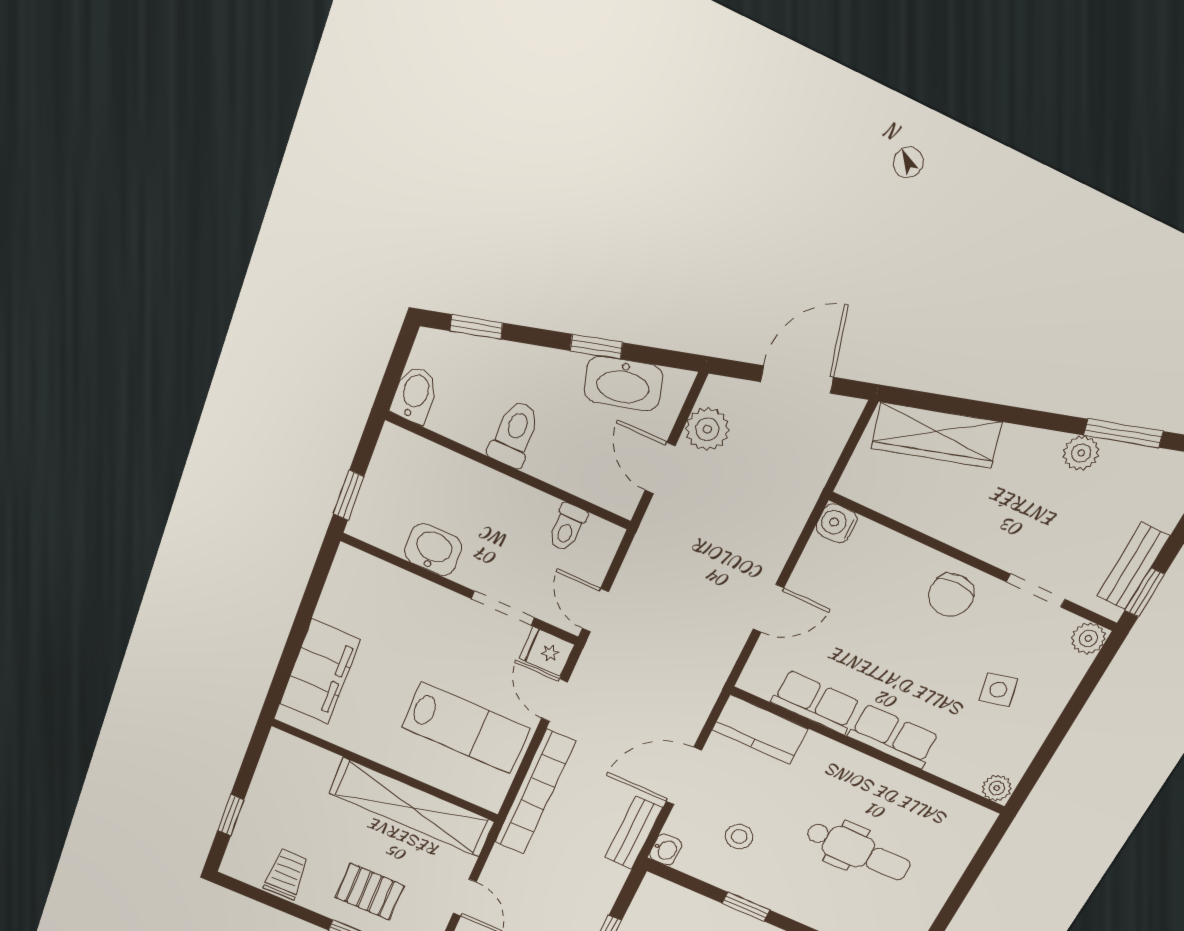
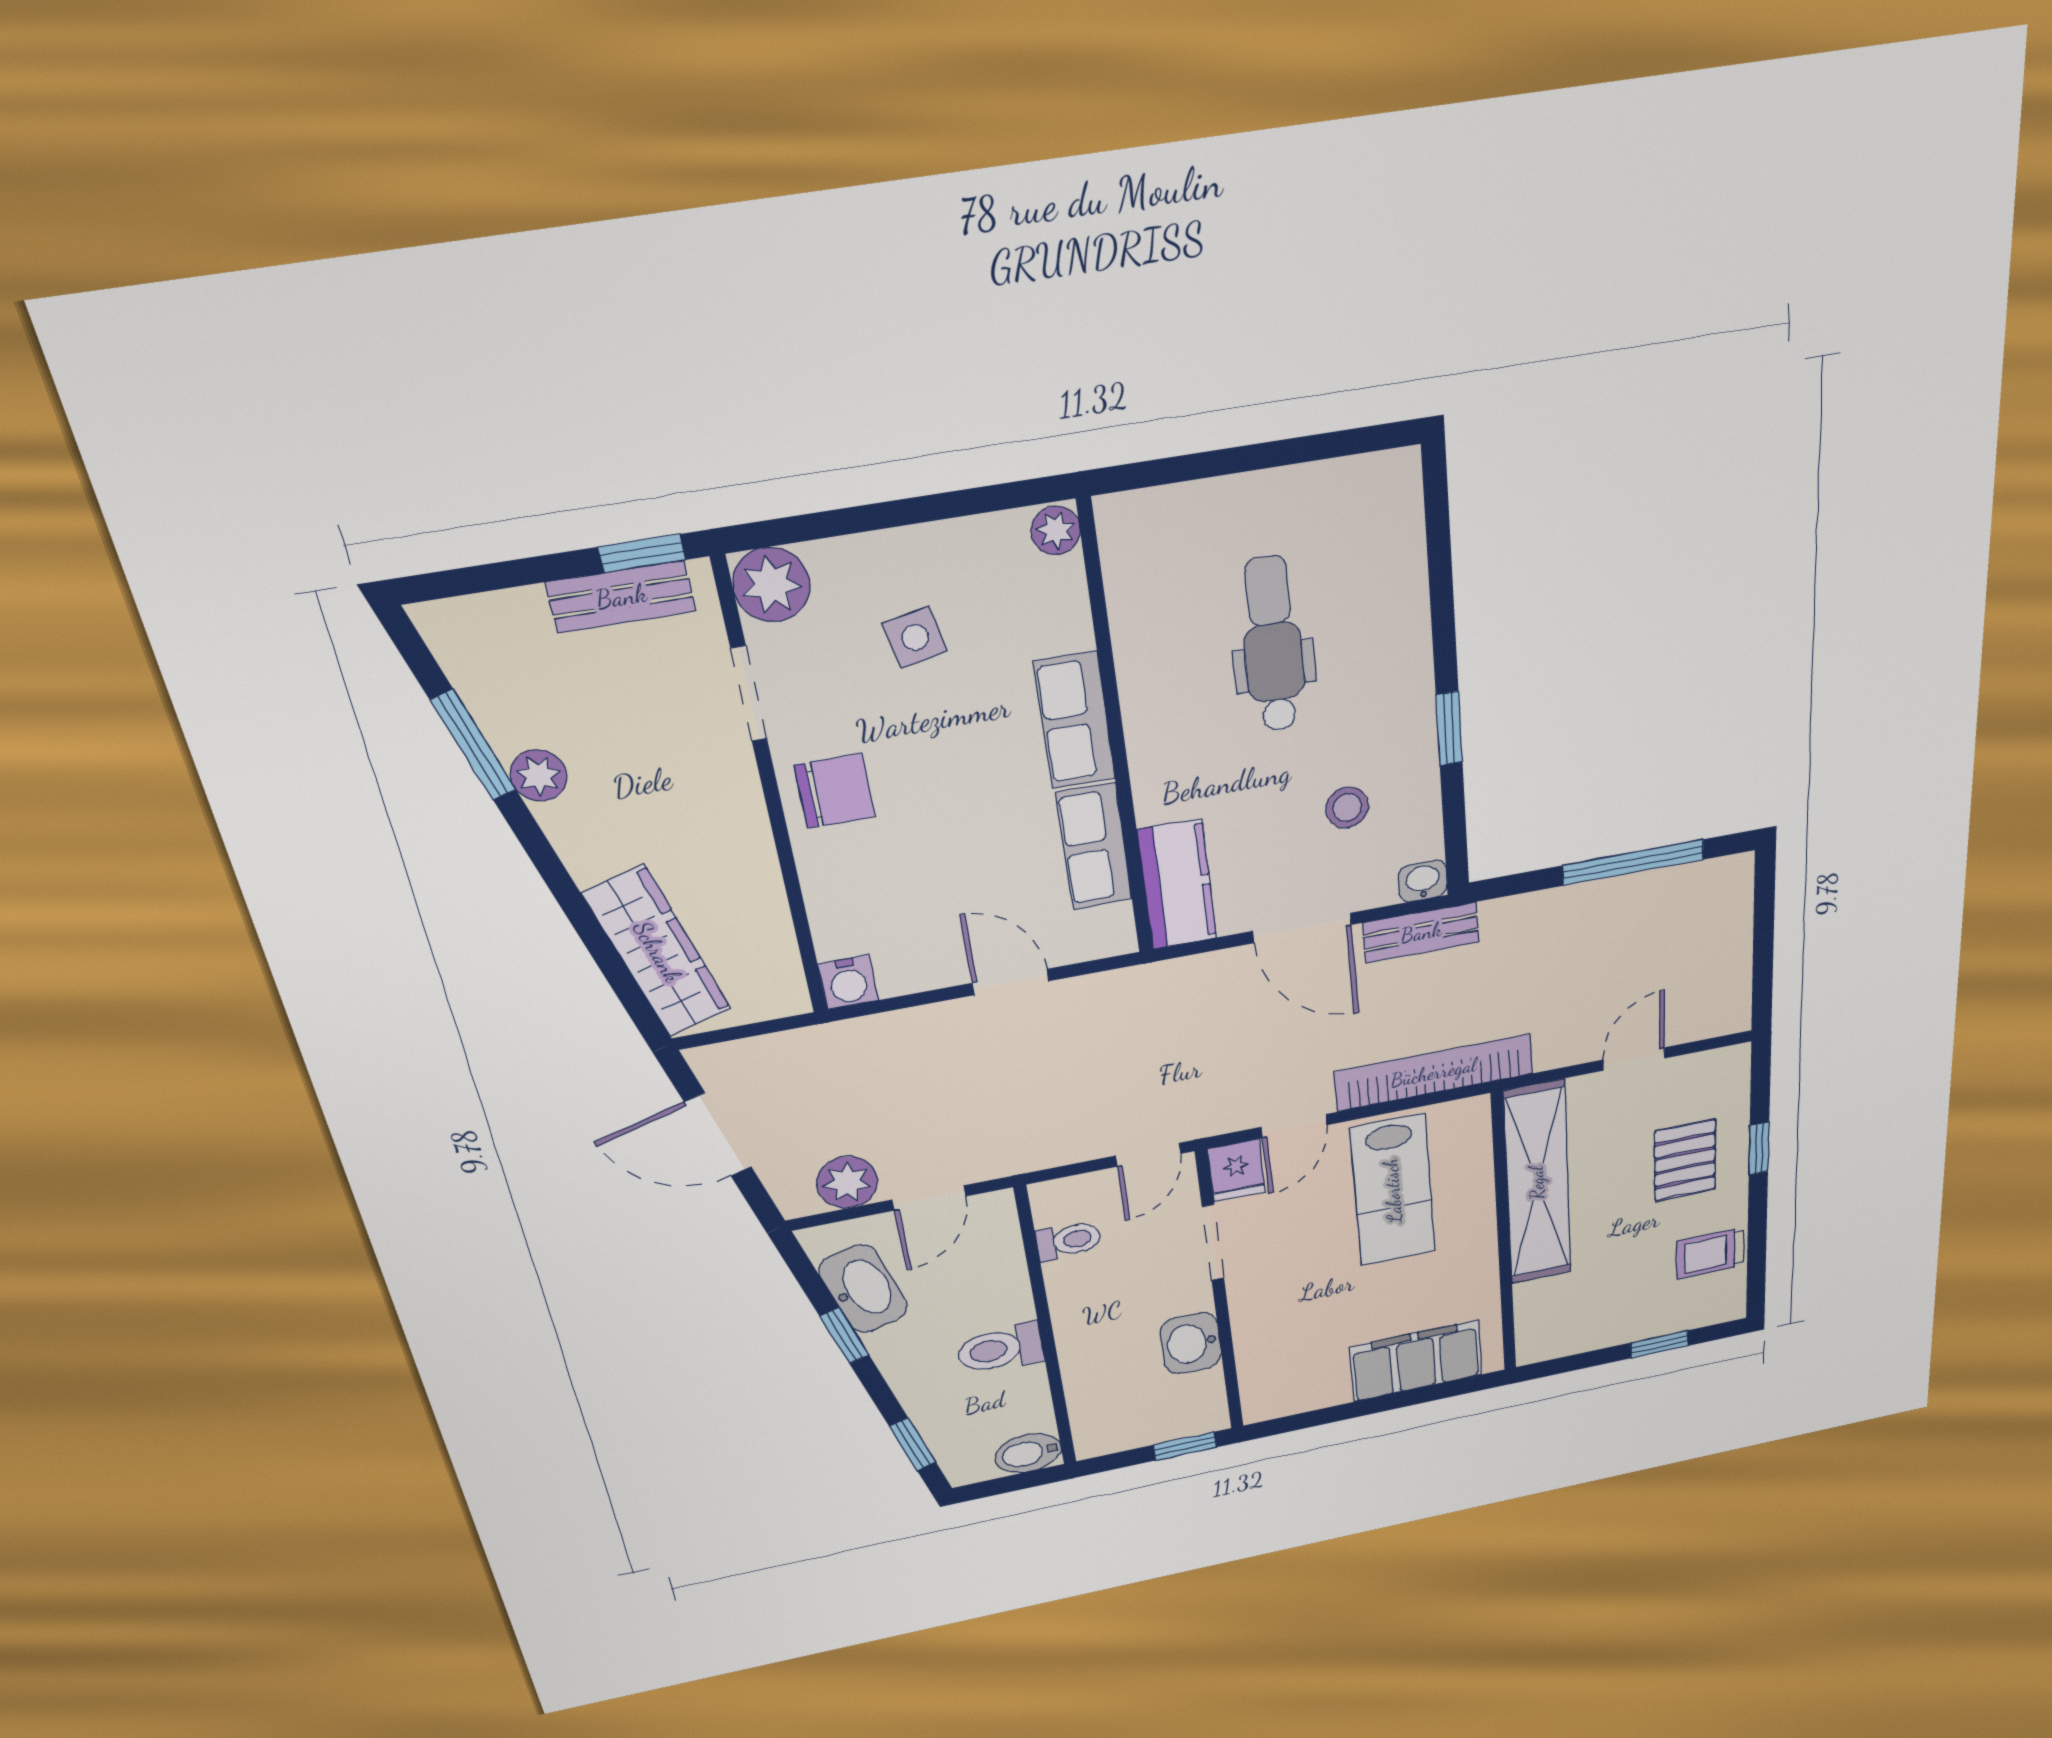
plant: (1088, 638) -> (771, 585), width x1.38, depth x1.38
lab bench: (466, 728) -> (1393, 1191), turned 180

